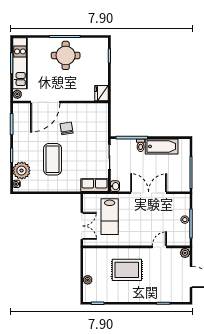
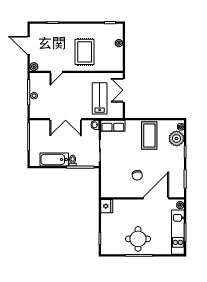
coffee table: (53, 159) -> (149, 135), moved
rug: (127, 270) -> (85, 52), turned 90

